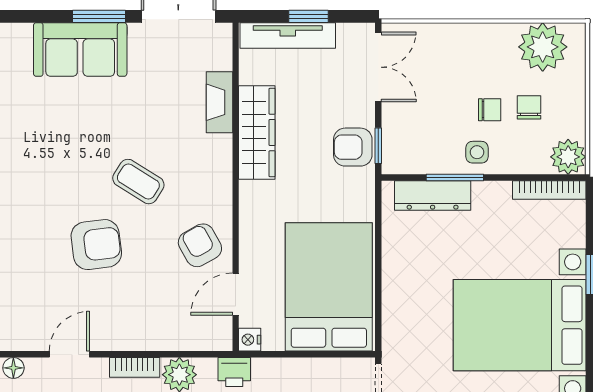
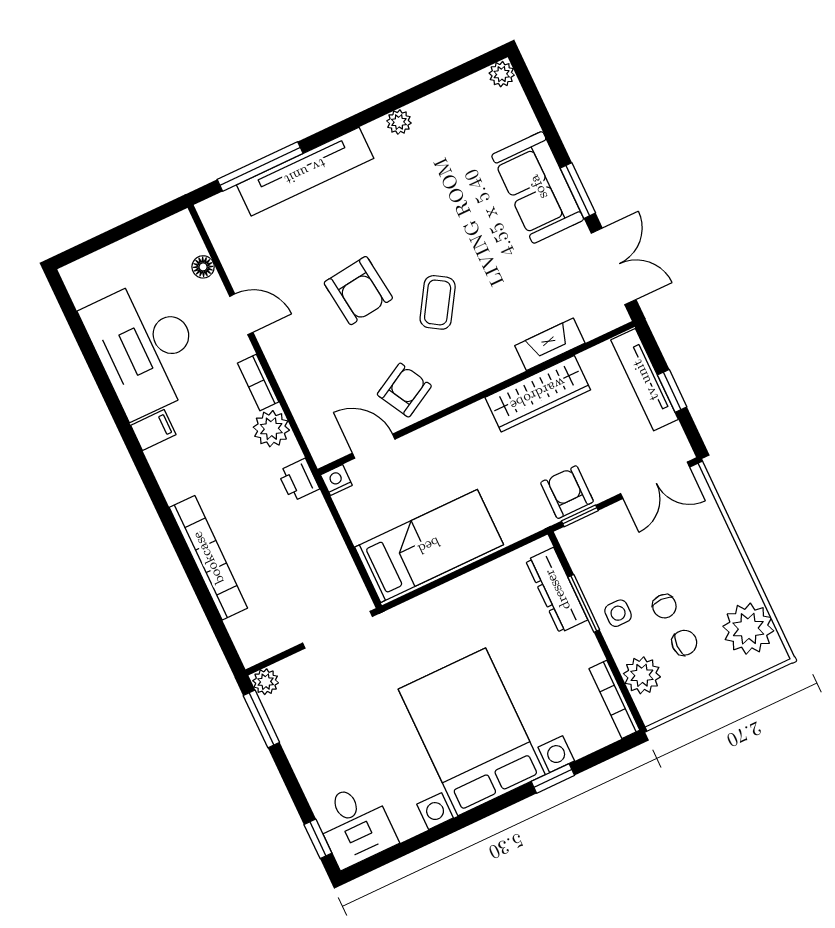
plant: (568, 157) -> (642, 675), moved
bed: (329, 287) -> (429, 546), width x0.67

